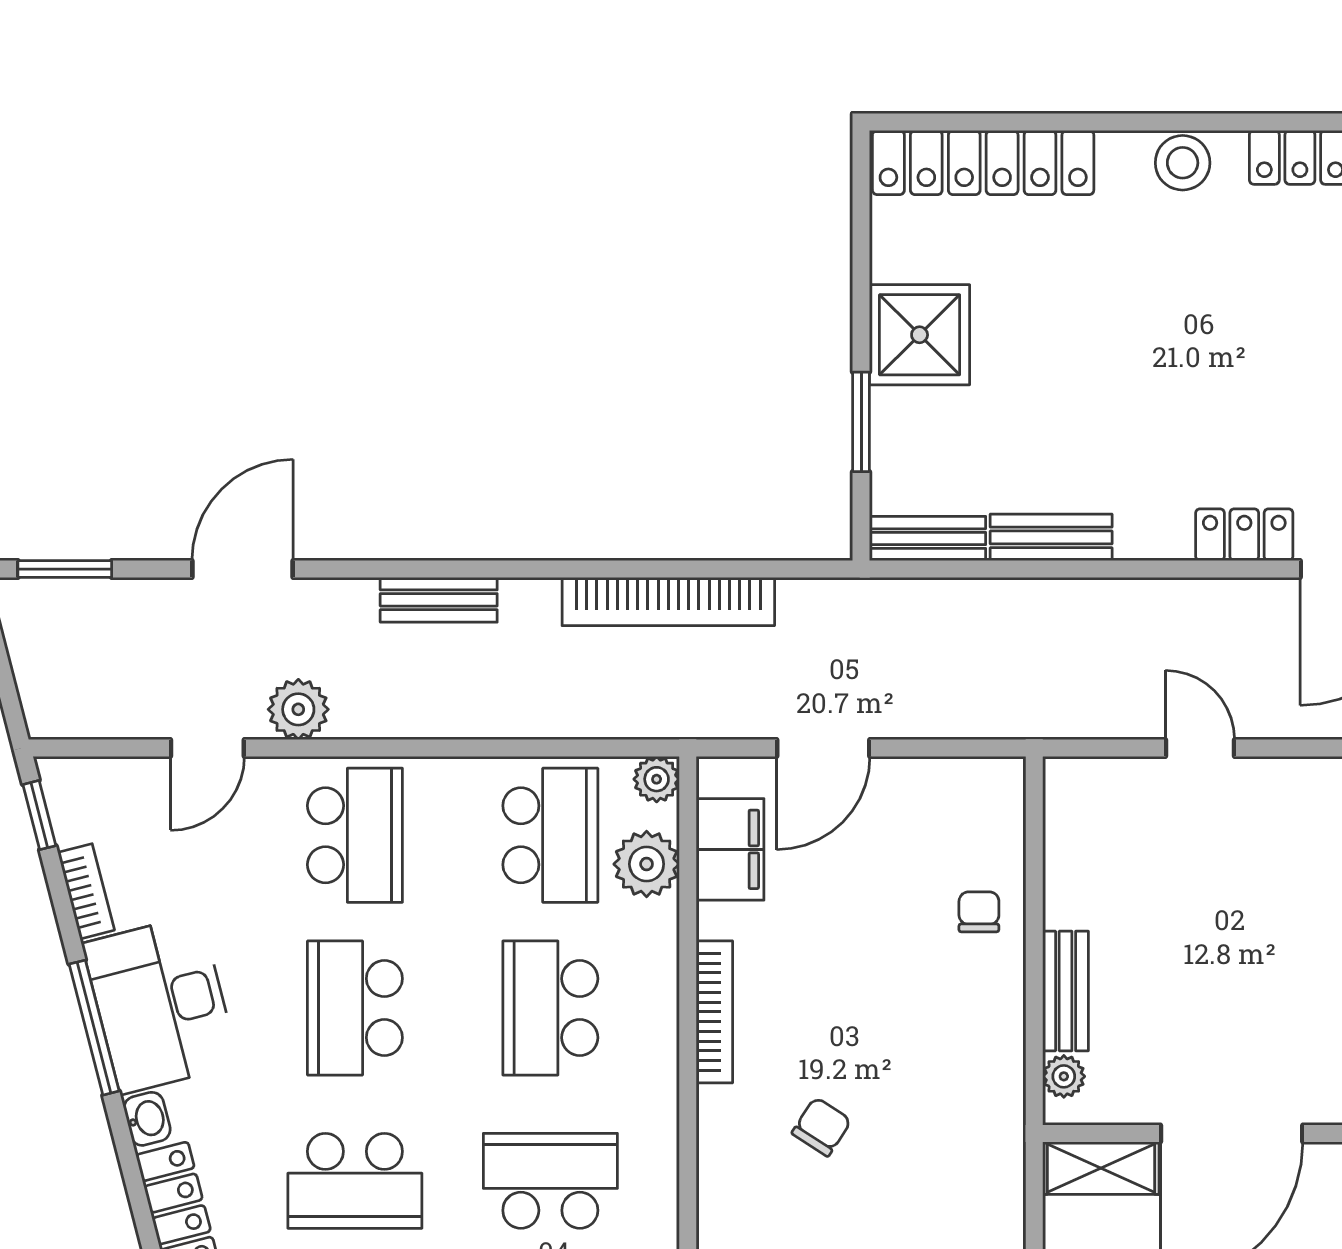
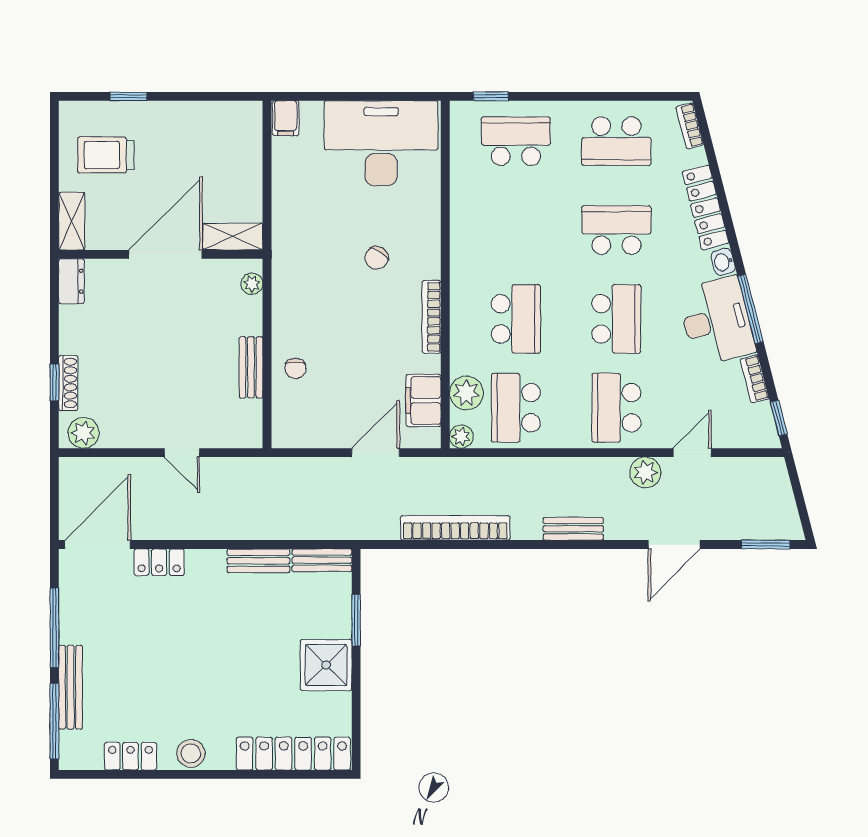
bench: (1066, 991) -> (251, 367), moved
school desk: (550, 1181) -> (516, 230), removed

